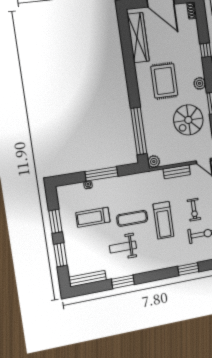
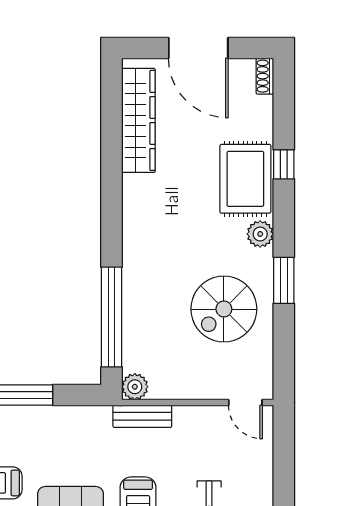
rug: (164, 81) -> (245, 179), moved
bench: (177, 172) -> (142, 416), moved

